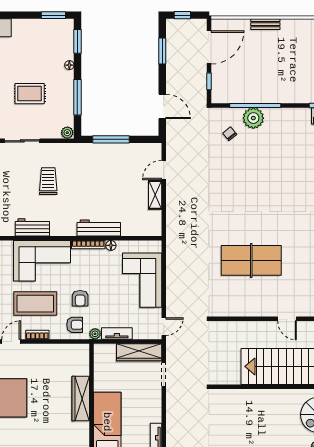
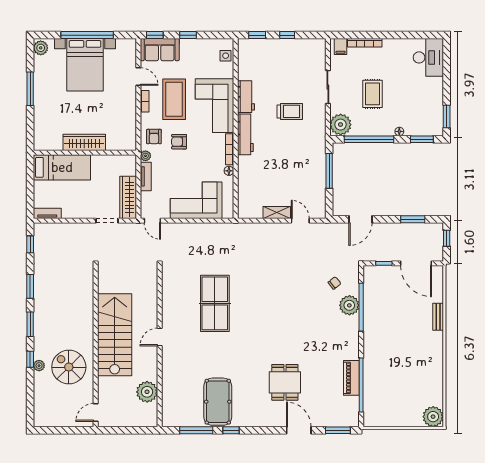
window: (77, 97) -> (369, 139), width x1.46
plant: (67, 133) -> (341, 125), width x1.88, depth x1.88
workbench: (99, 228) -> (245, 134), moved

